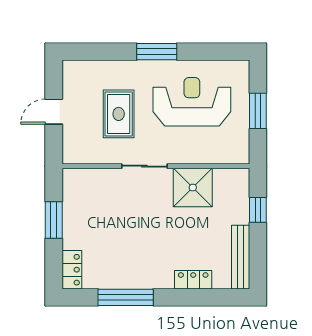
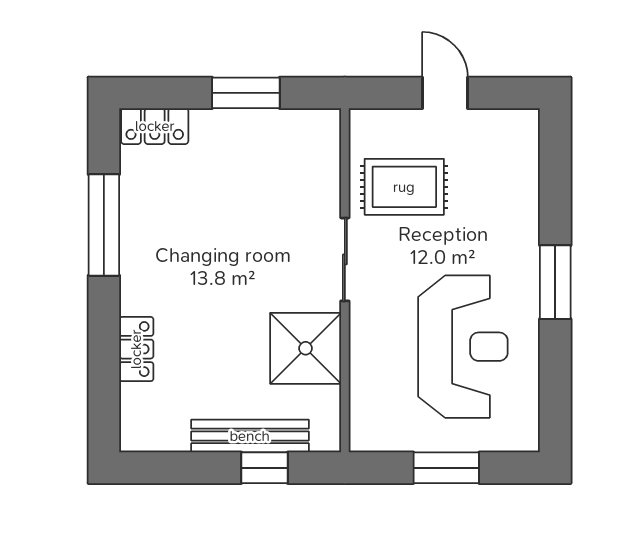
rug: (119, 114) -> (404, 187), moved
bench: (241, 257) -> (250, 436), moved

